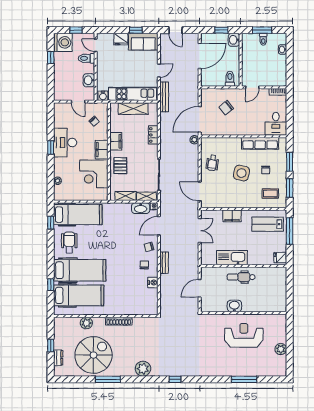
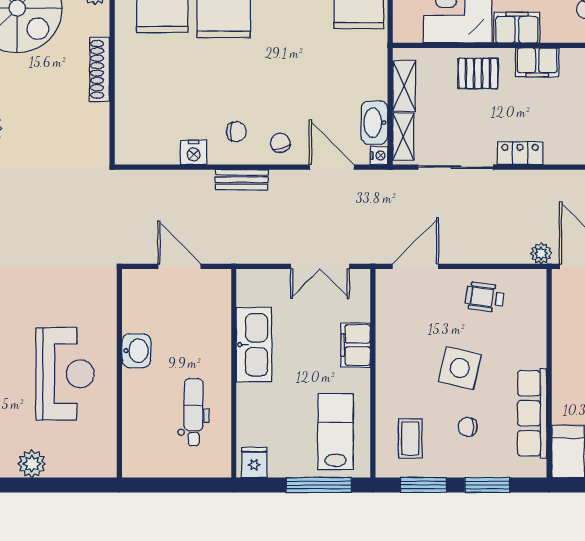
locker: (153, 135) -> (520, 153), moved
dental chair: (241, 277) -> (194, 412), moved

